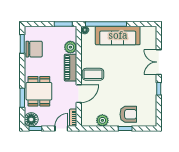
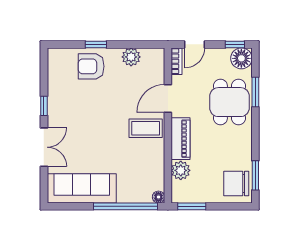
sofa: (118, 35) -> (82, 188), moved
chair: (34, 49) -> (236, 184), moved

